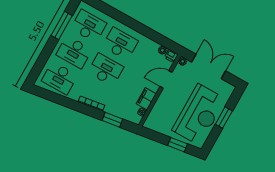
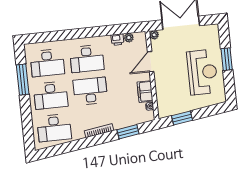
desk: (89, 26) -> (47, 63), turned 180
desk: (120, 44) -> (87, 59), turned 180
printer: (171, 56) -> (117, 40), moved
reception desk: (199, 115) -> (202, 72), width x0.74, depth x0.77
window: (178, 145) -> (182, 118), moved

